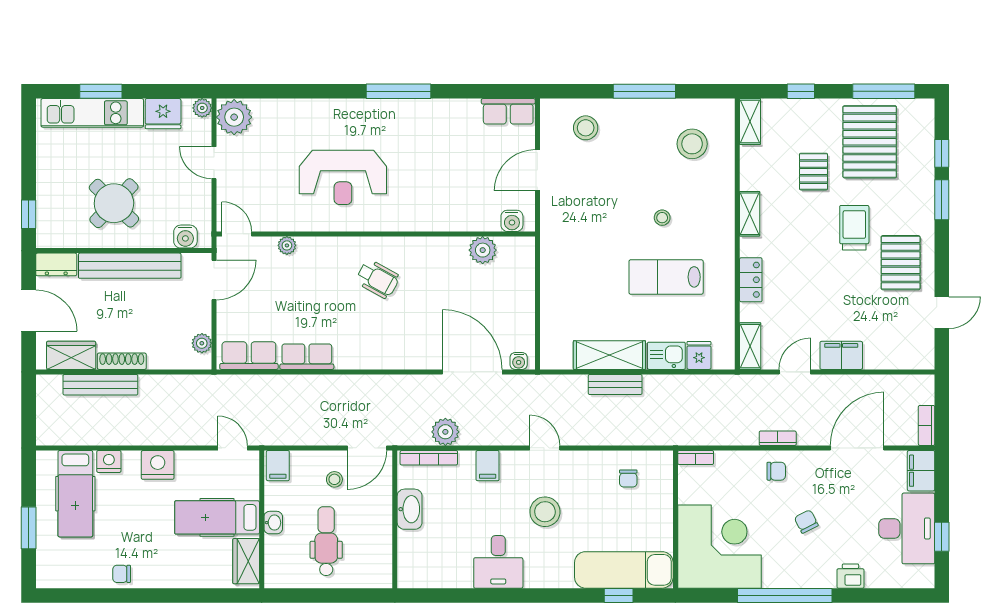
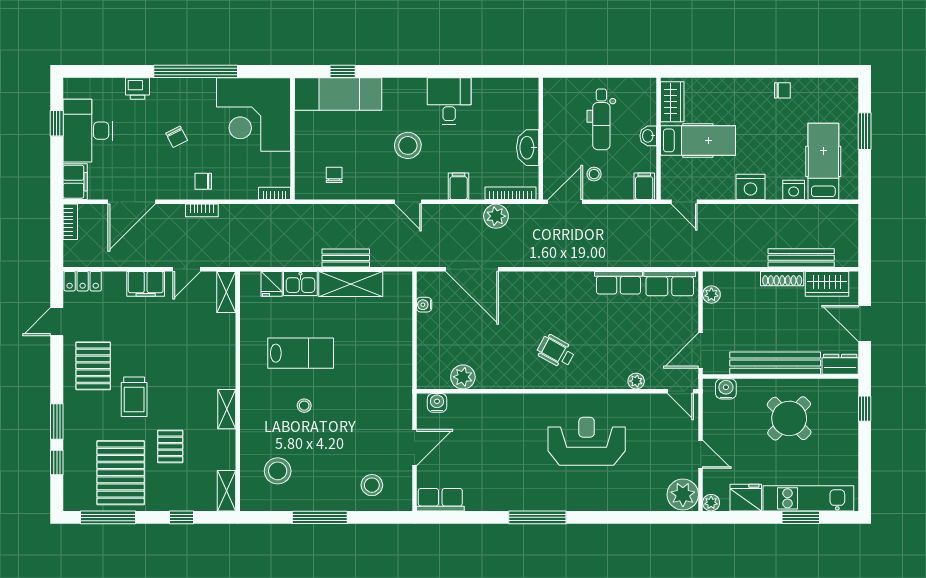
locker: (751, 280) -> (83, 281), moved, turned -90
water cooler: (519, 361) -> (424, 305), moved, turned -90

